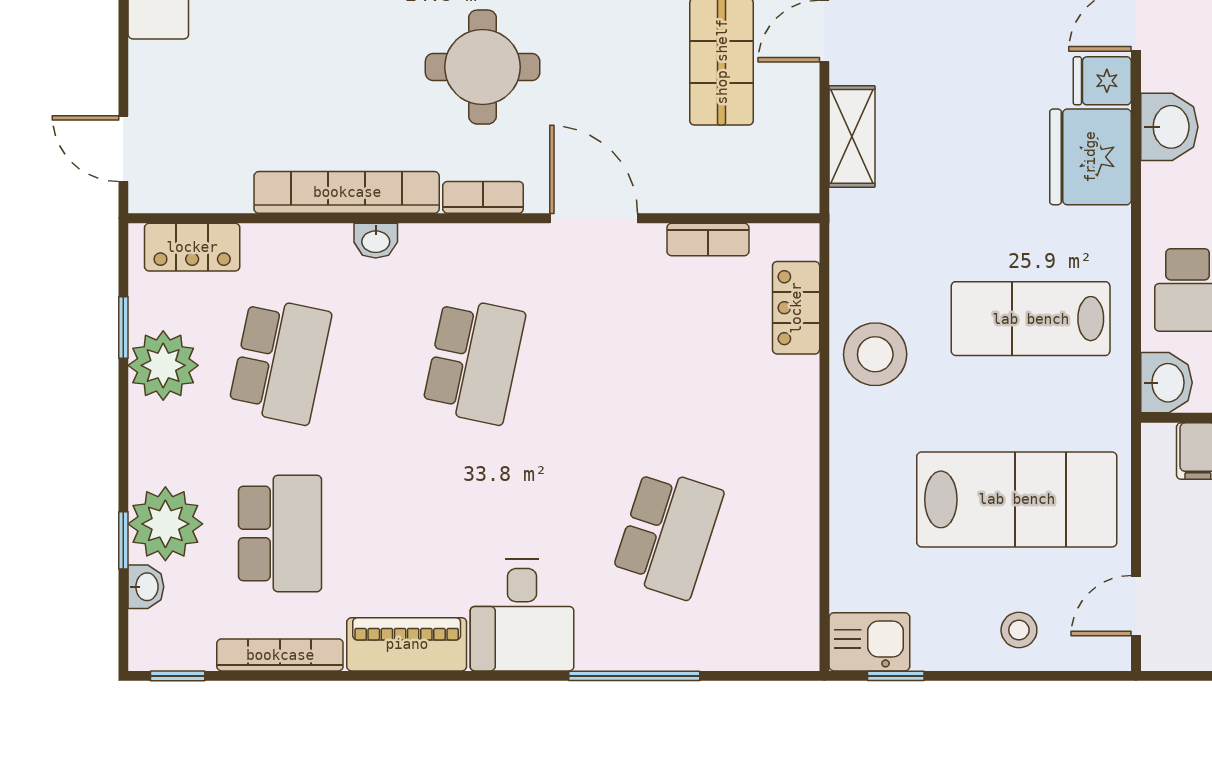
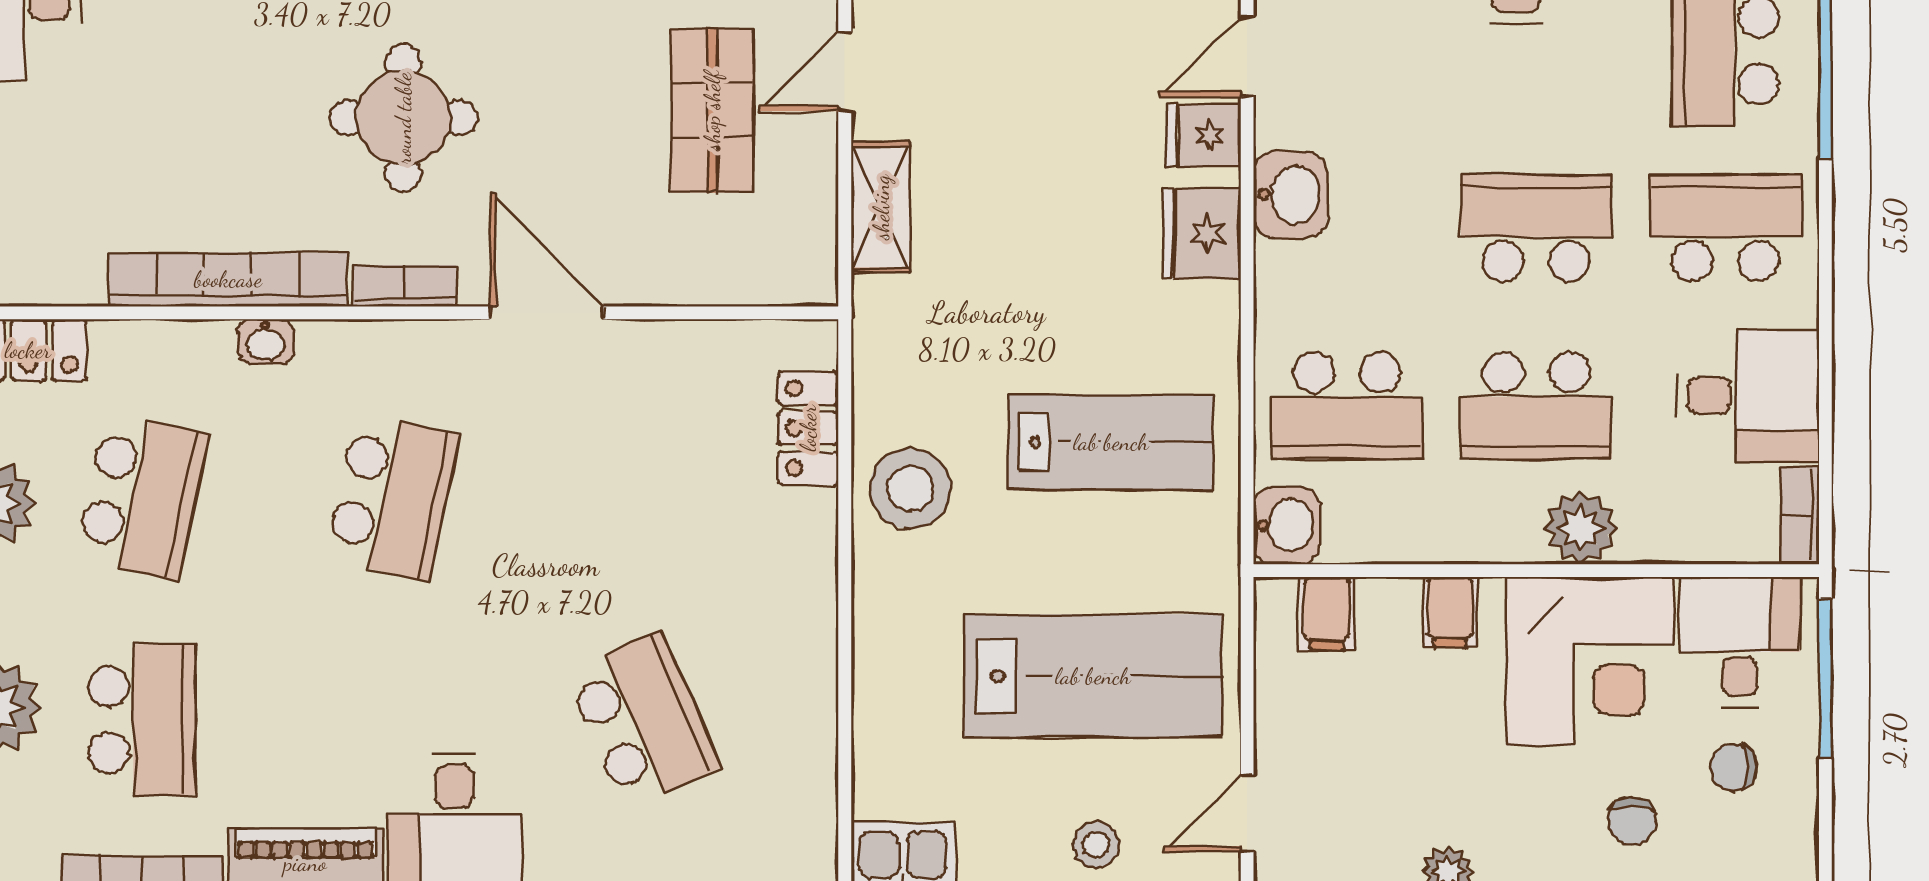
fridge: (1090, 157) -> (1202, 234), width x0.73, depth x0.75
bookcase: (708, 239) -> (694, 340), removed
lab bench: (1031, 319) -> (1111, 442), turned 180
school desk: (668, 533) -> (643, 720), turned -42

